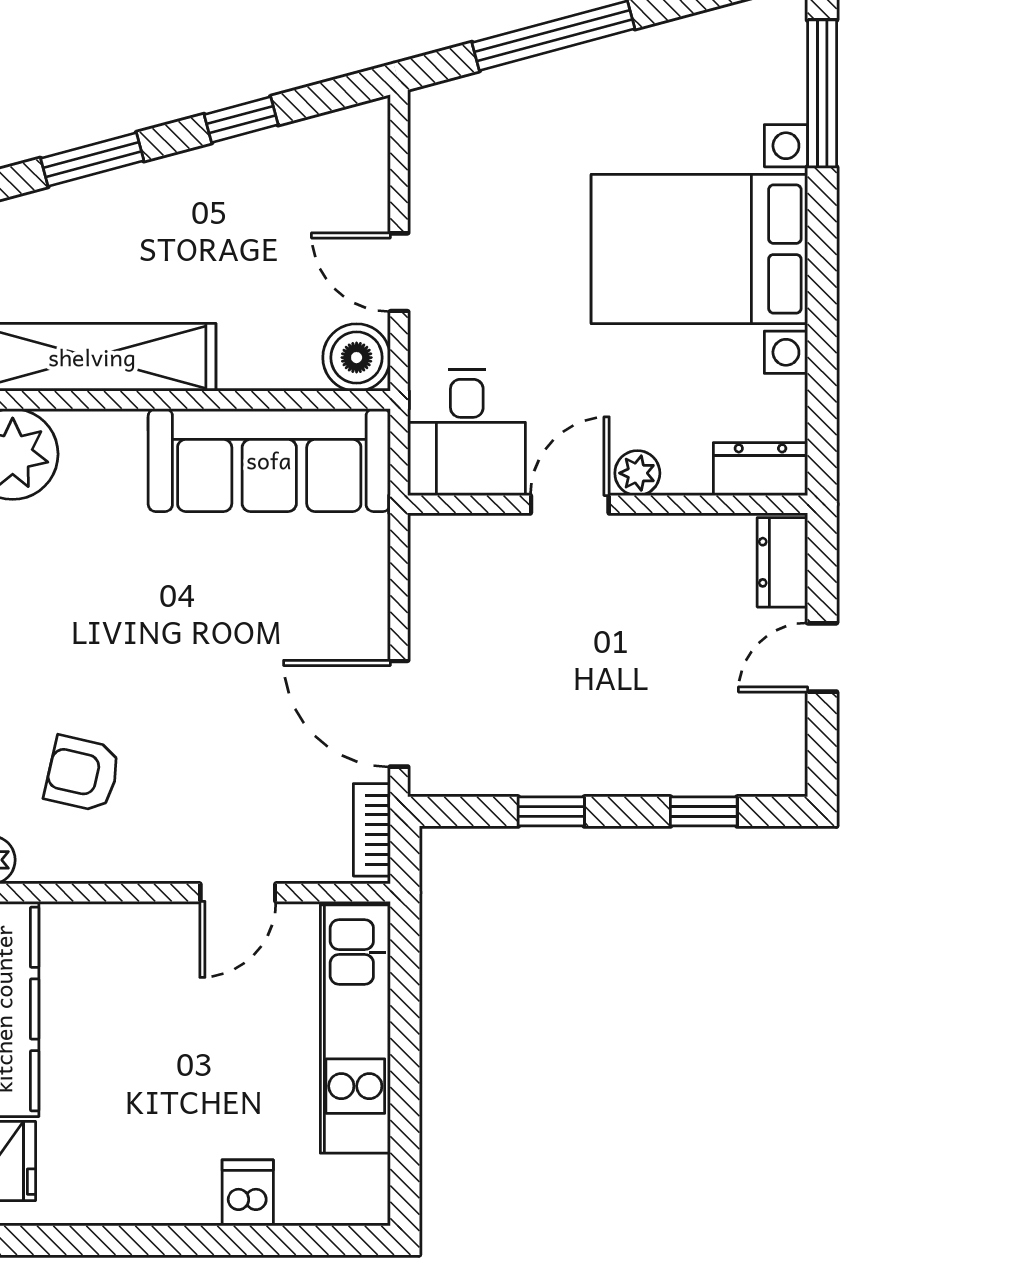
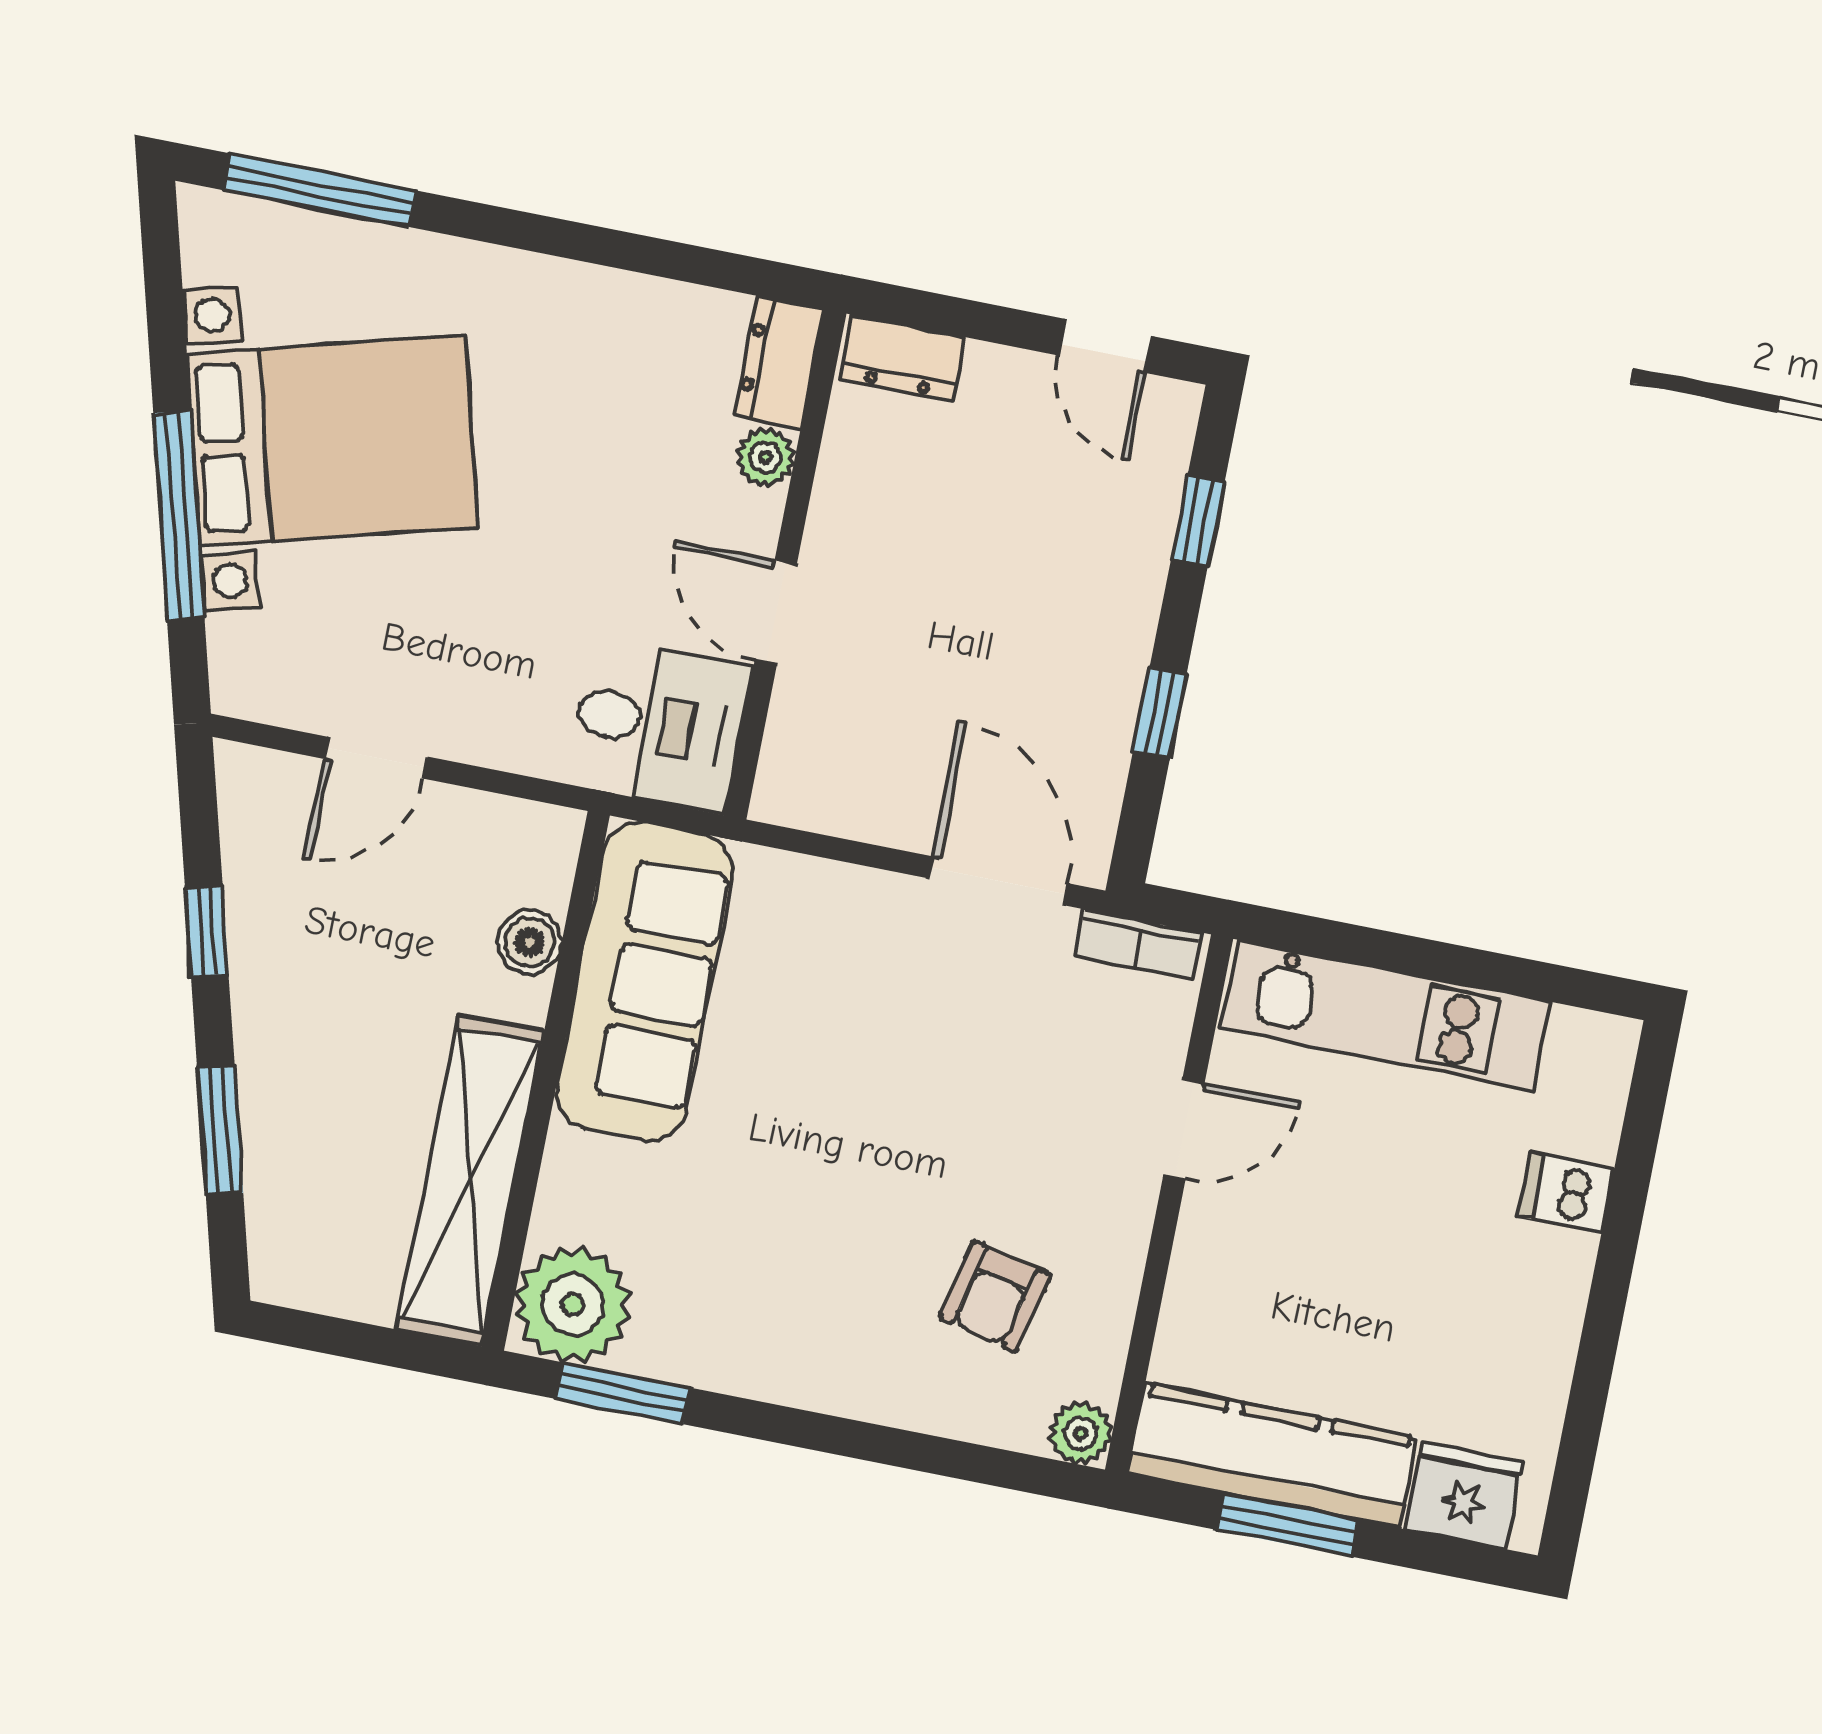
bed with nightstands: (699, 249) -> (332, 441), moved, turned -105
door: (399, 272) -> (376, 758), moved
boiler: (357, 358) -> (529, 942), moved, width x0.73, depth x0.73
plant: (637, 473) -> (765, 457), moved
door: (822, 657) -> (1105, 346), moved
door: (399, 714) -> (998, 881), swing flipped
door: (238, 893) -> (1184, 1129), hinge flipped

